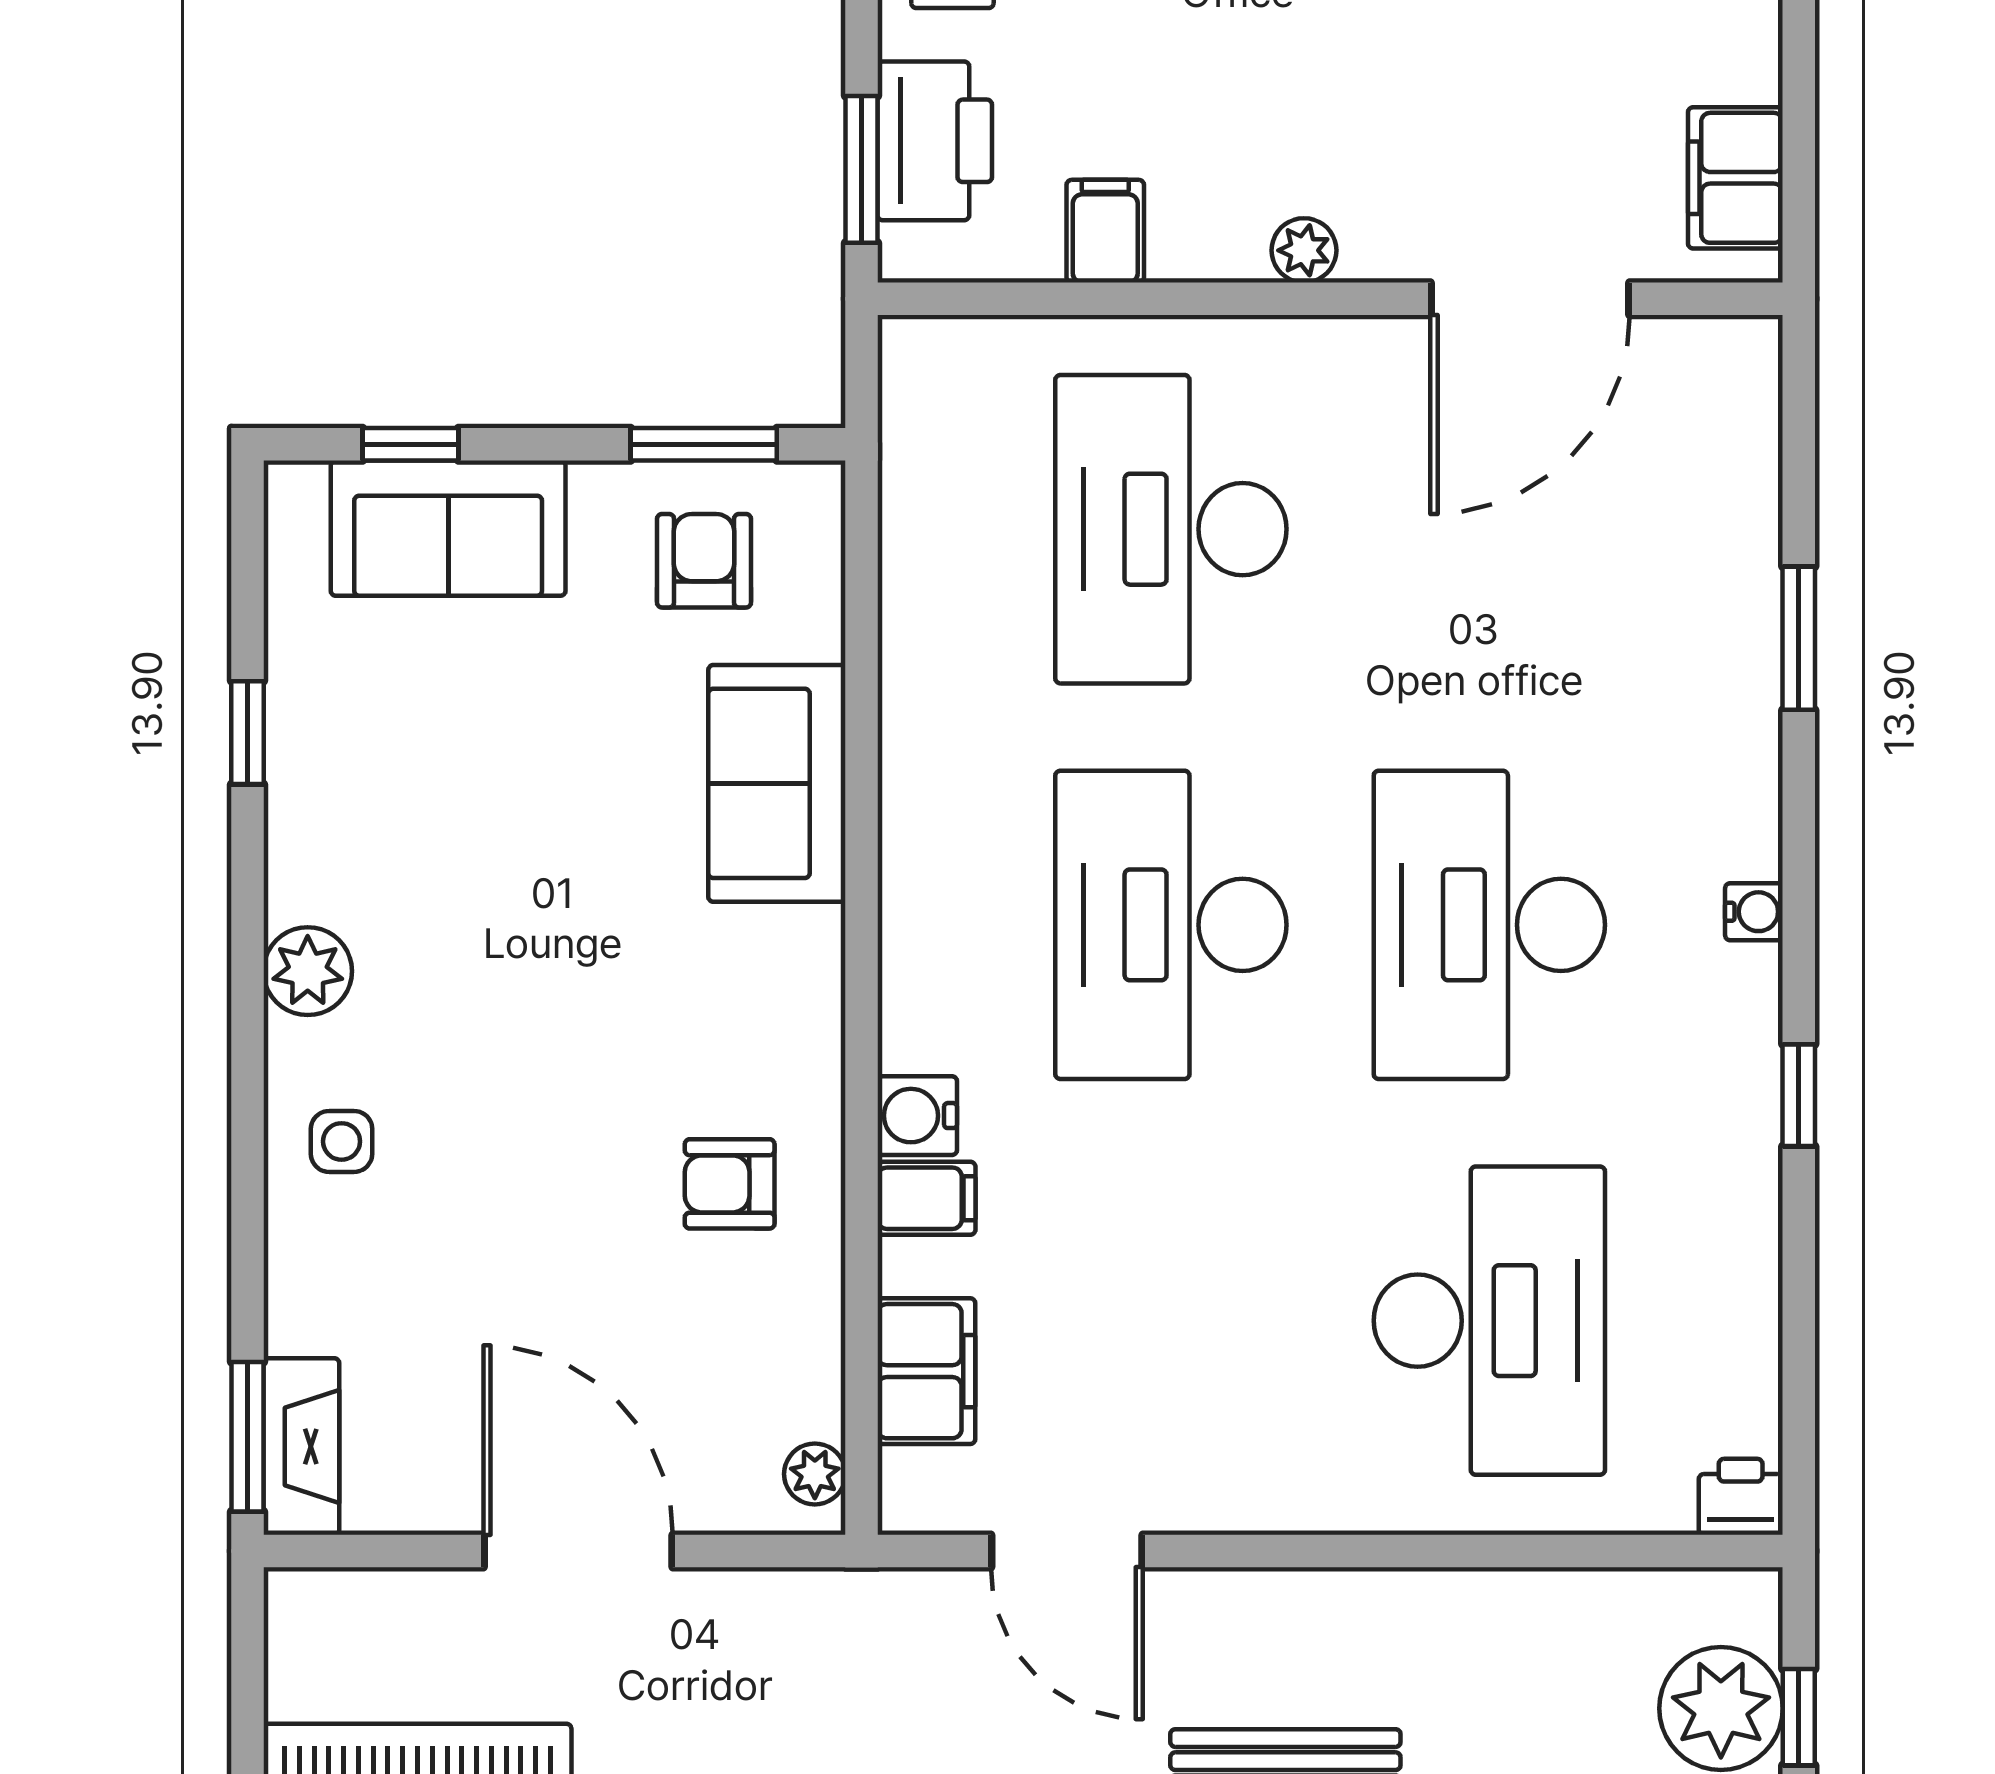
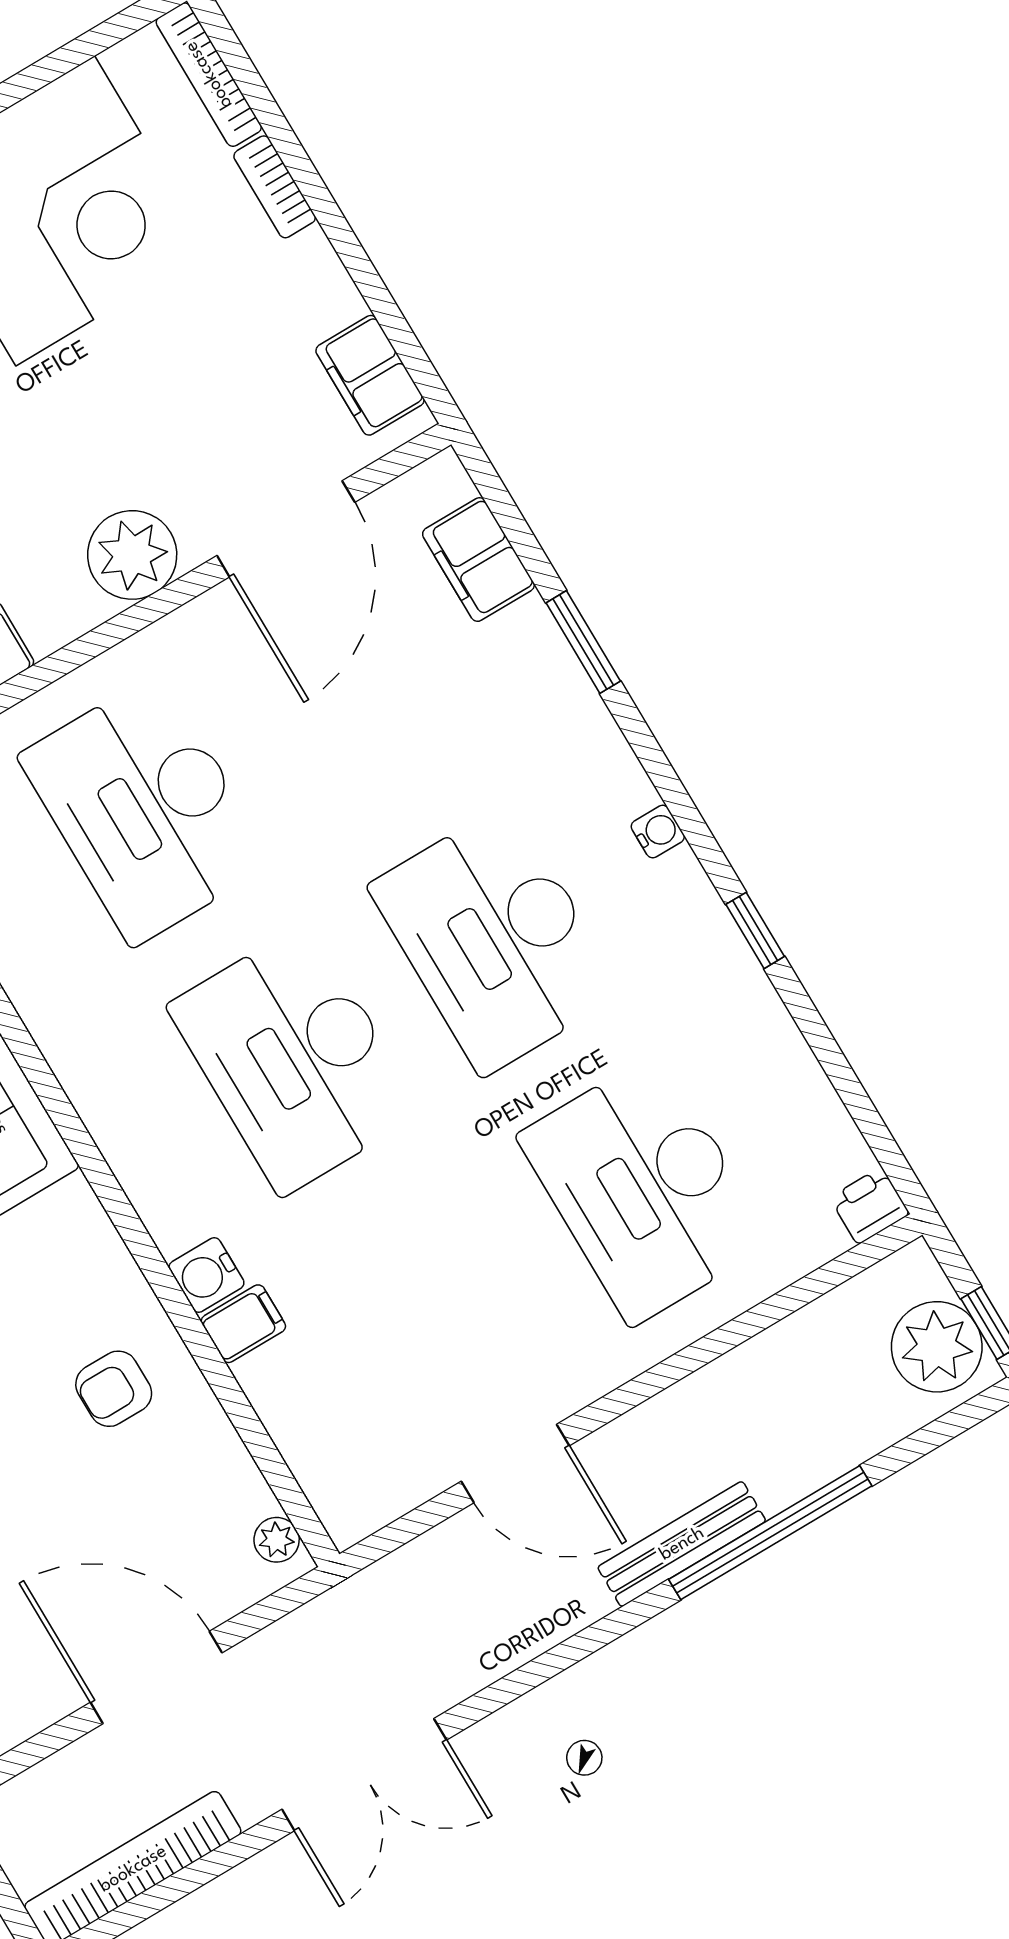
plant: (1304, 250) -> (132, 555), width x1.87, depth x1.87
desk: (1489, 1321) -> (645, 1189), turned 180
filing cabinet: (926, 1371) -> (478, 560), moved, turned 180
door: (1067, 1551) -> (515, 1463), moved

